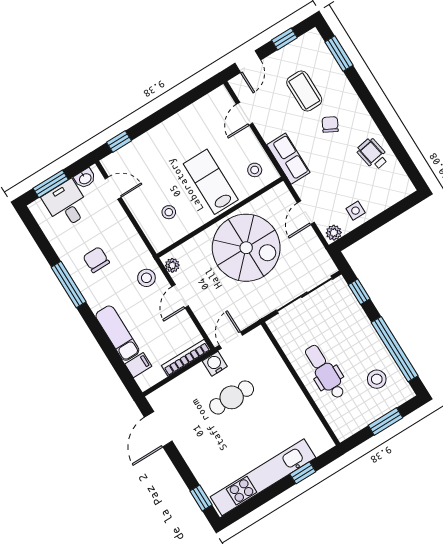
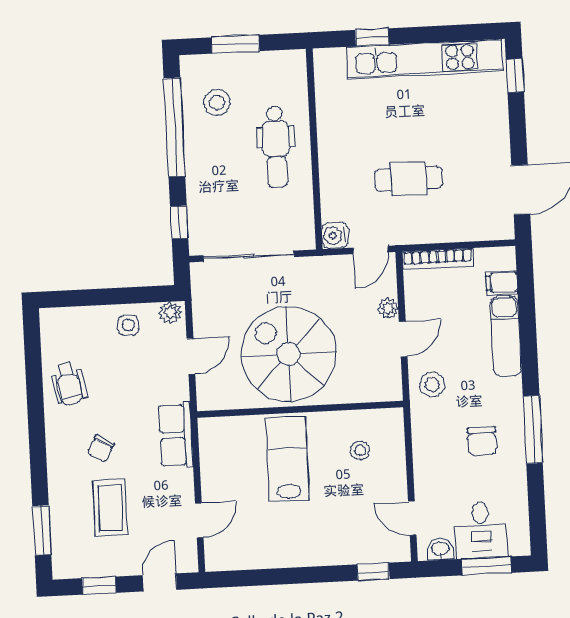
stool: (255, 170) -> (225, 444), removed
lab bench: (211, 182) -> (287, 459), turned 180
plant: (172, 265) -> (388, 309), moved
water cooler: (215, 364) -> (335, 236), moved, turned 90

